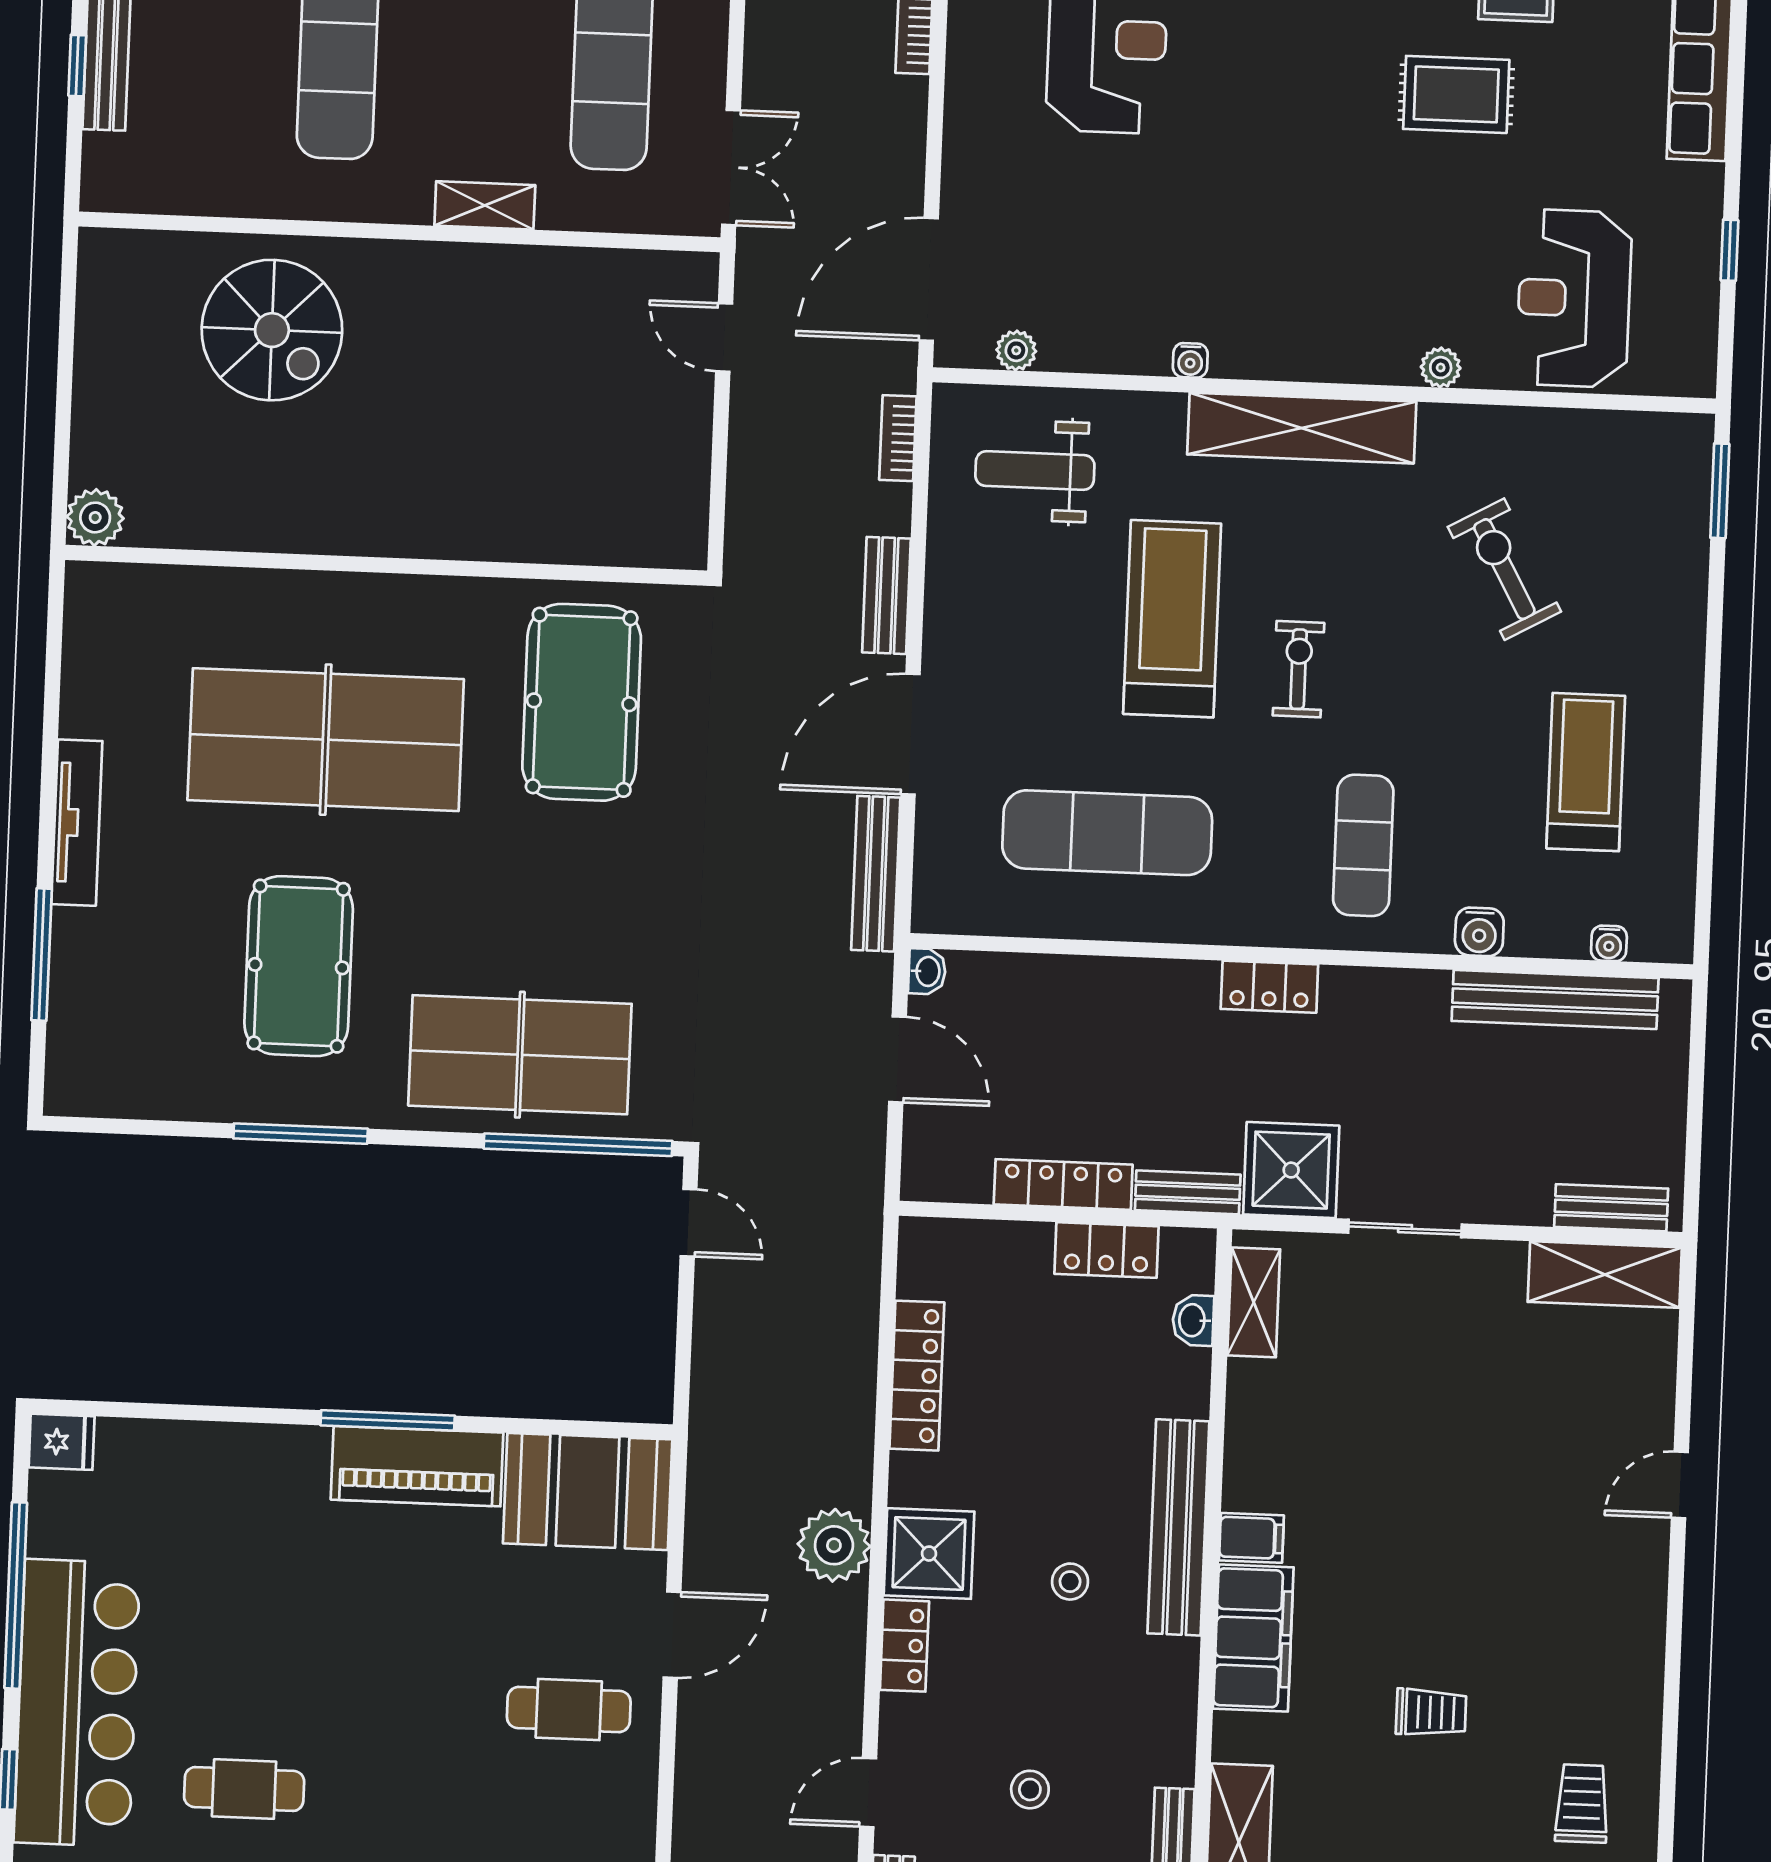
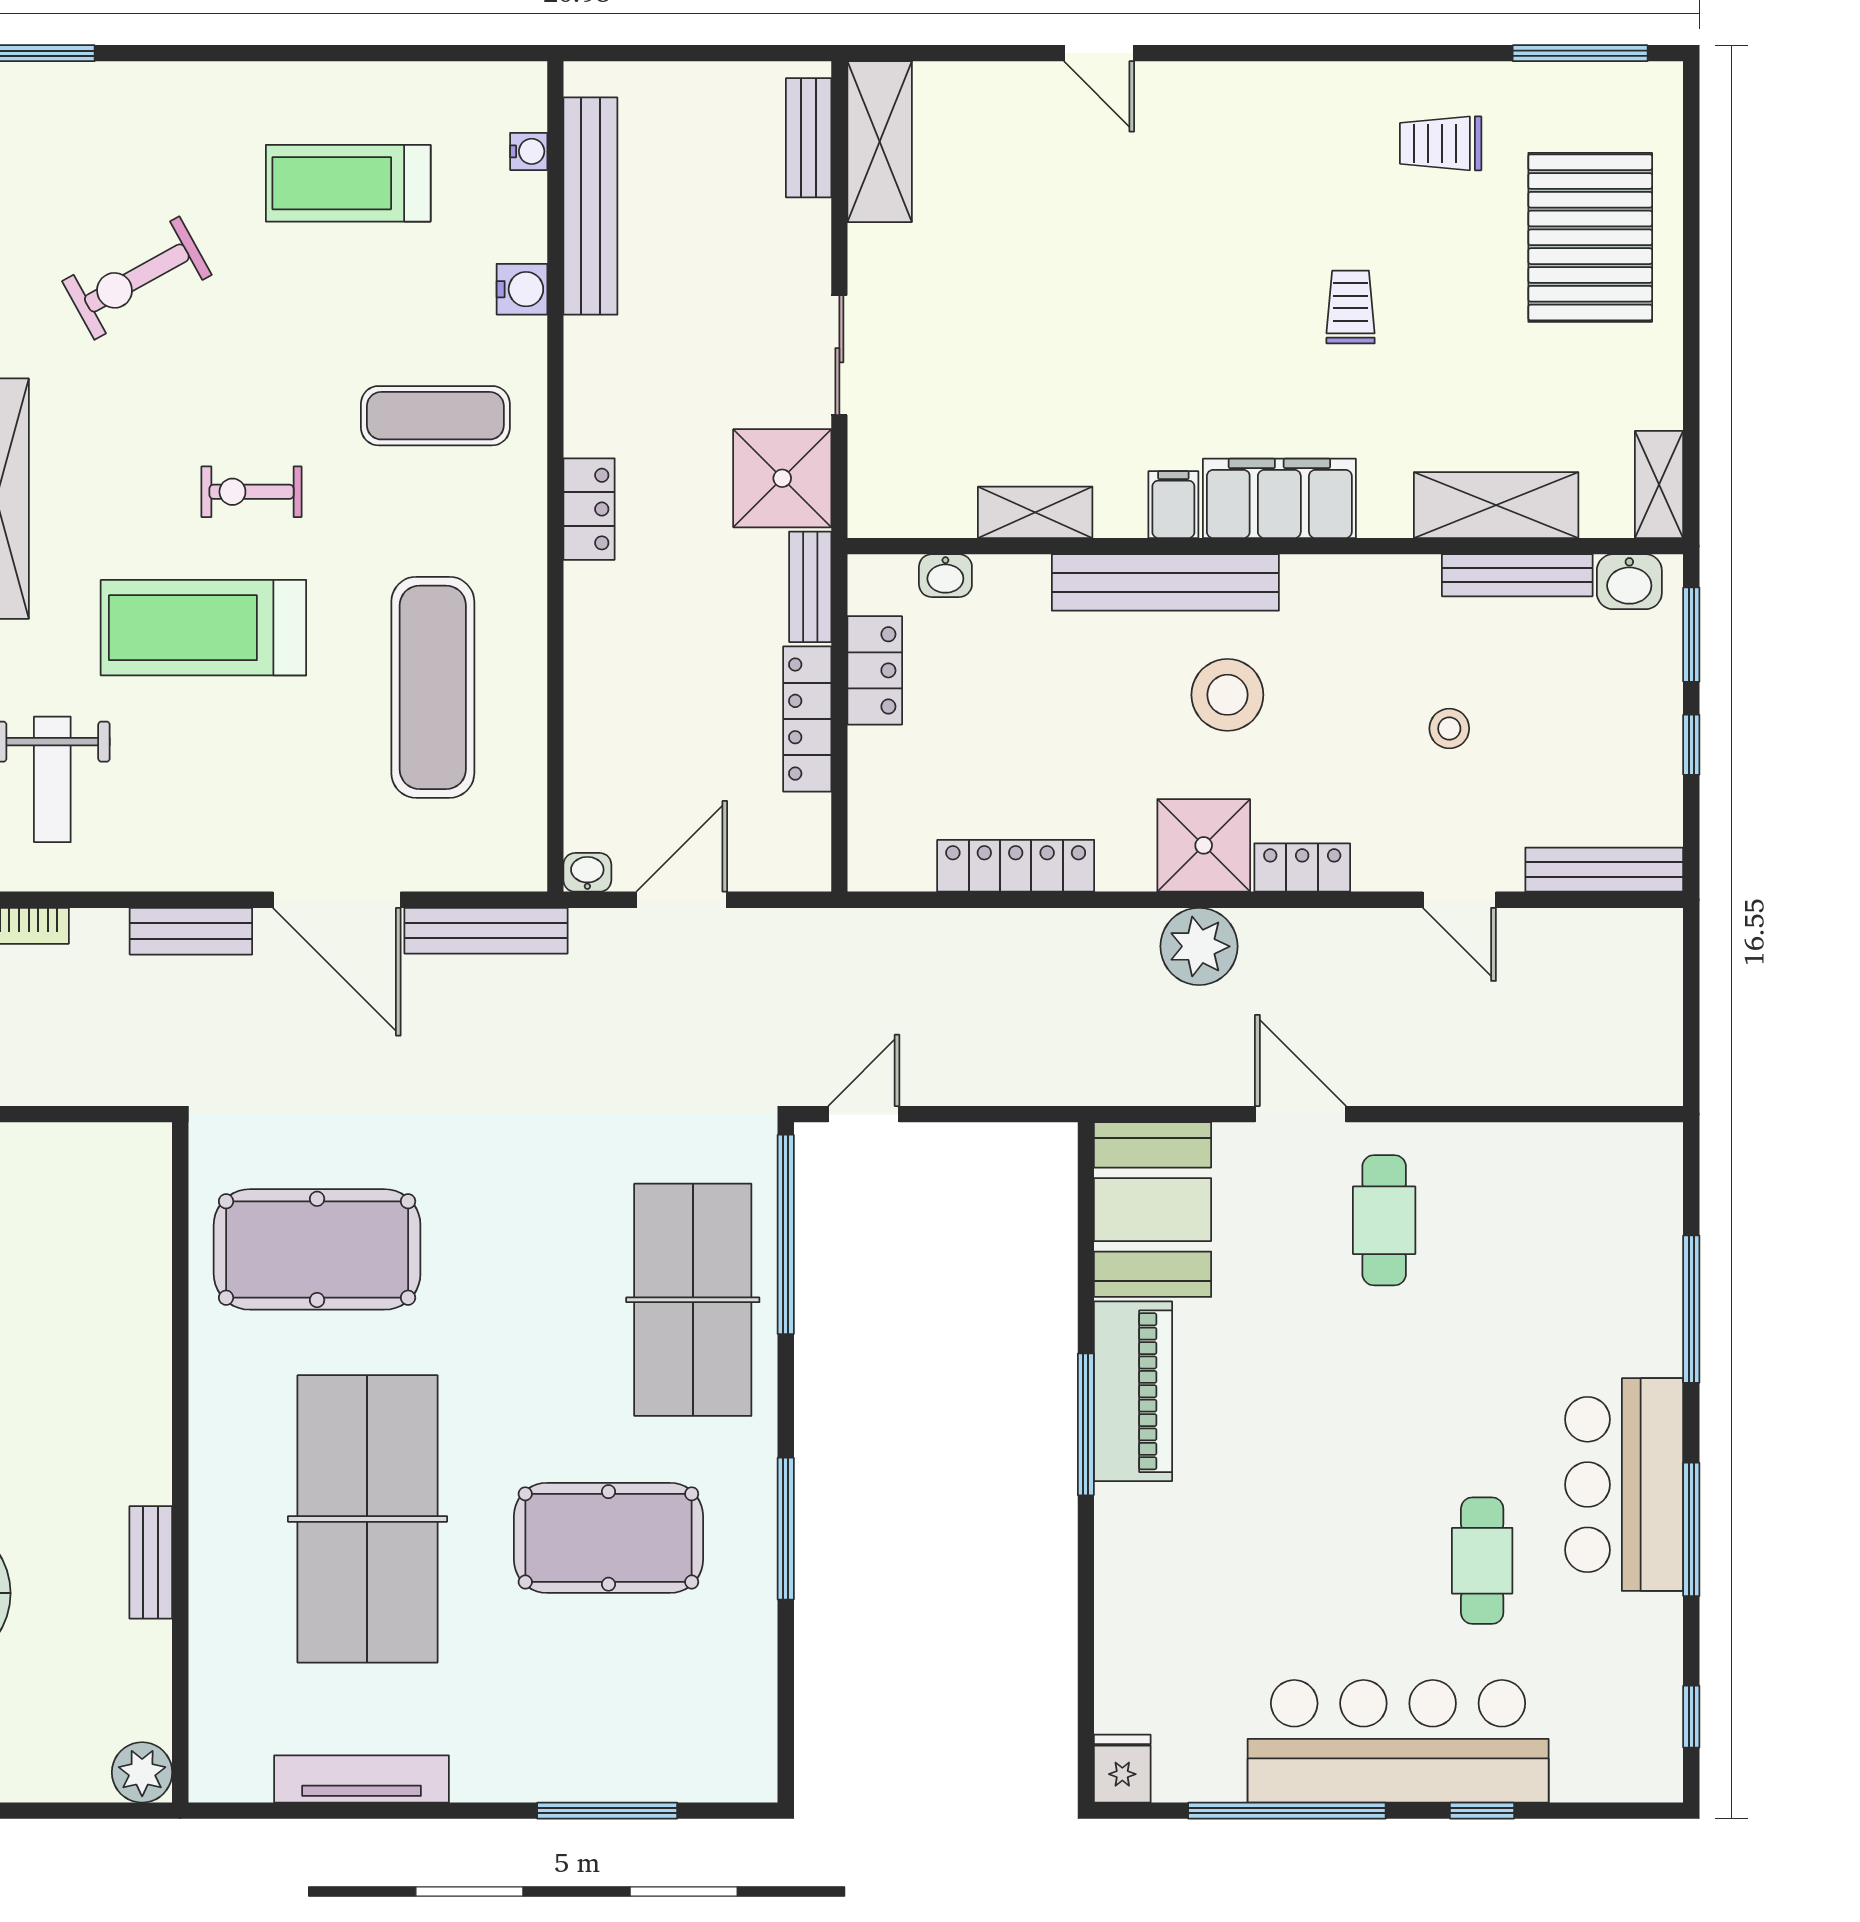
bench: (293, 534) -> (151, 1562), added
tv unit: (77, 823) -> (362, 1779), moved
shelving: (1254, 1302) -> (1035, 512), moved
stool: (1070, 1582) -> (1227, 695), width x1.89, depth x1.89

